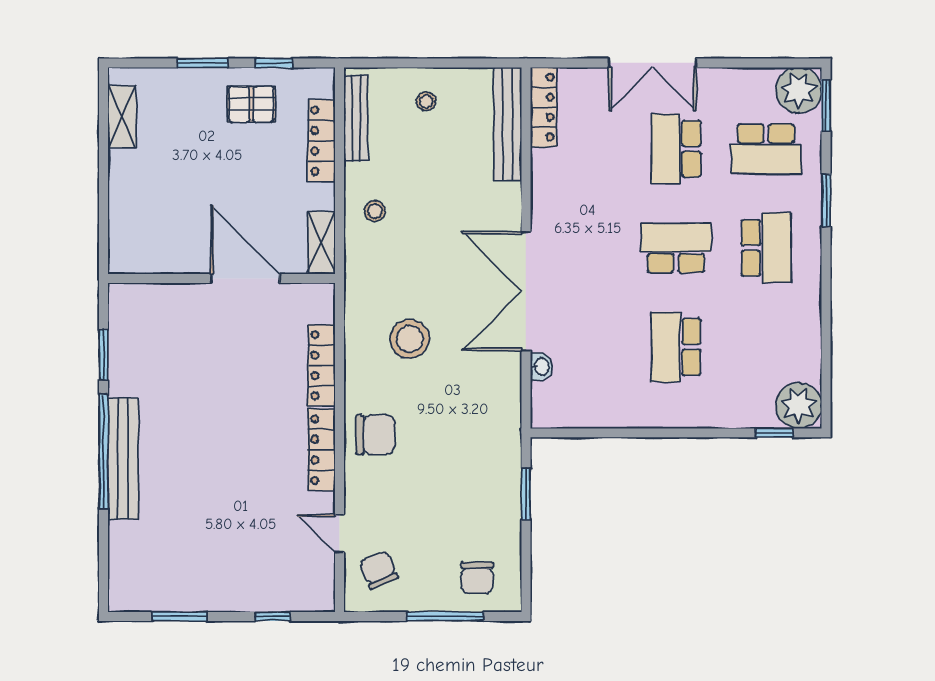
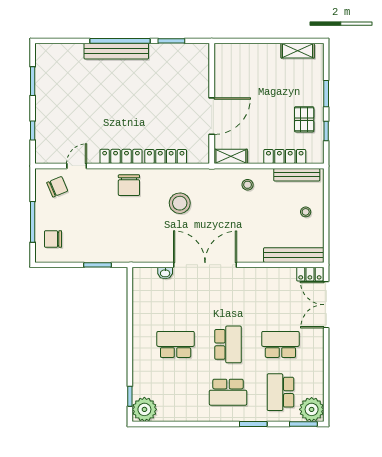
double door: (653, 63) -> (326, 305), moved
locker: (544, 107) -> (310, 274), width x0.66

